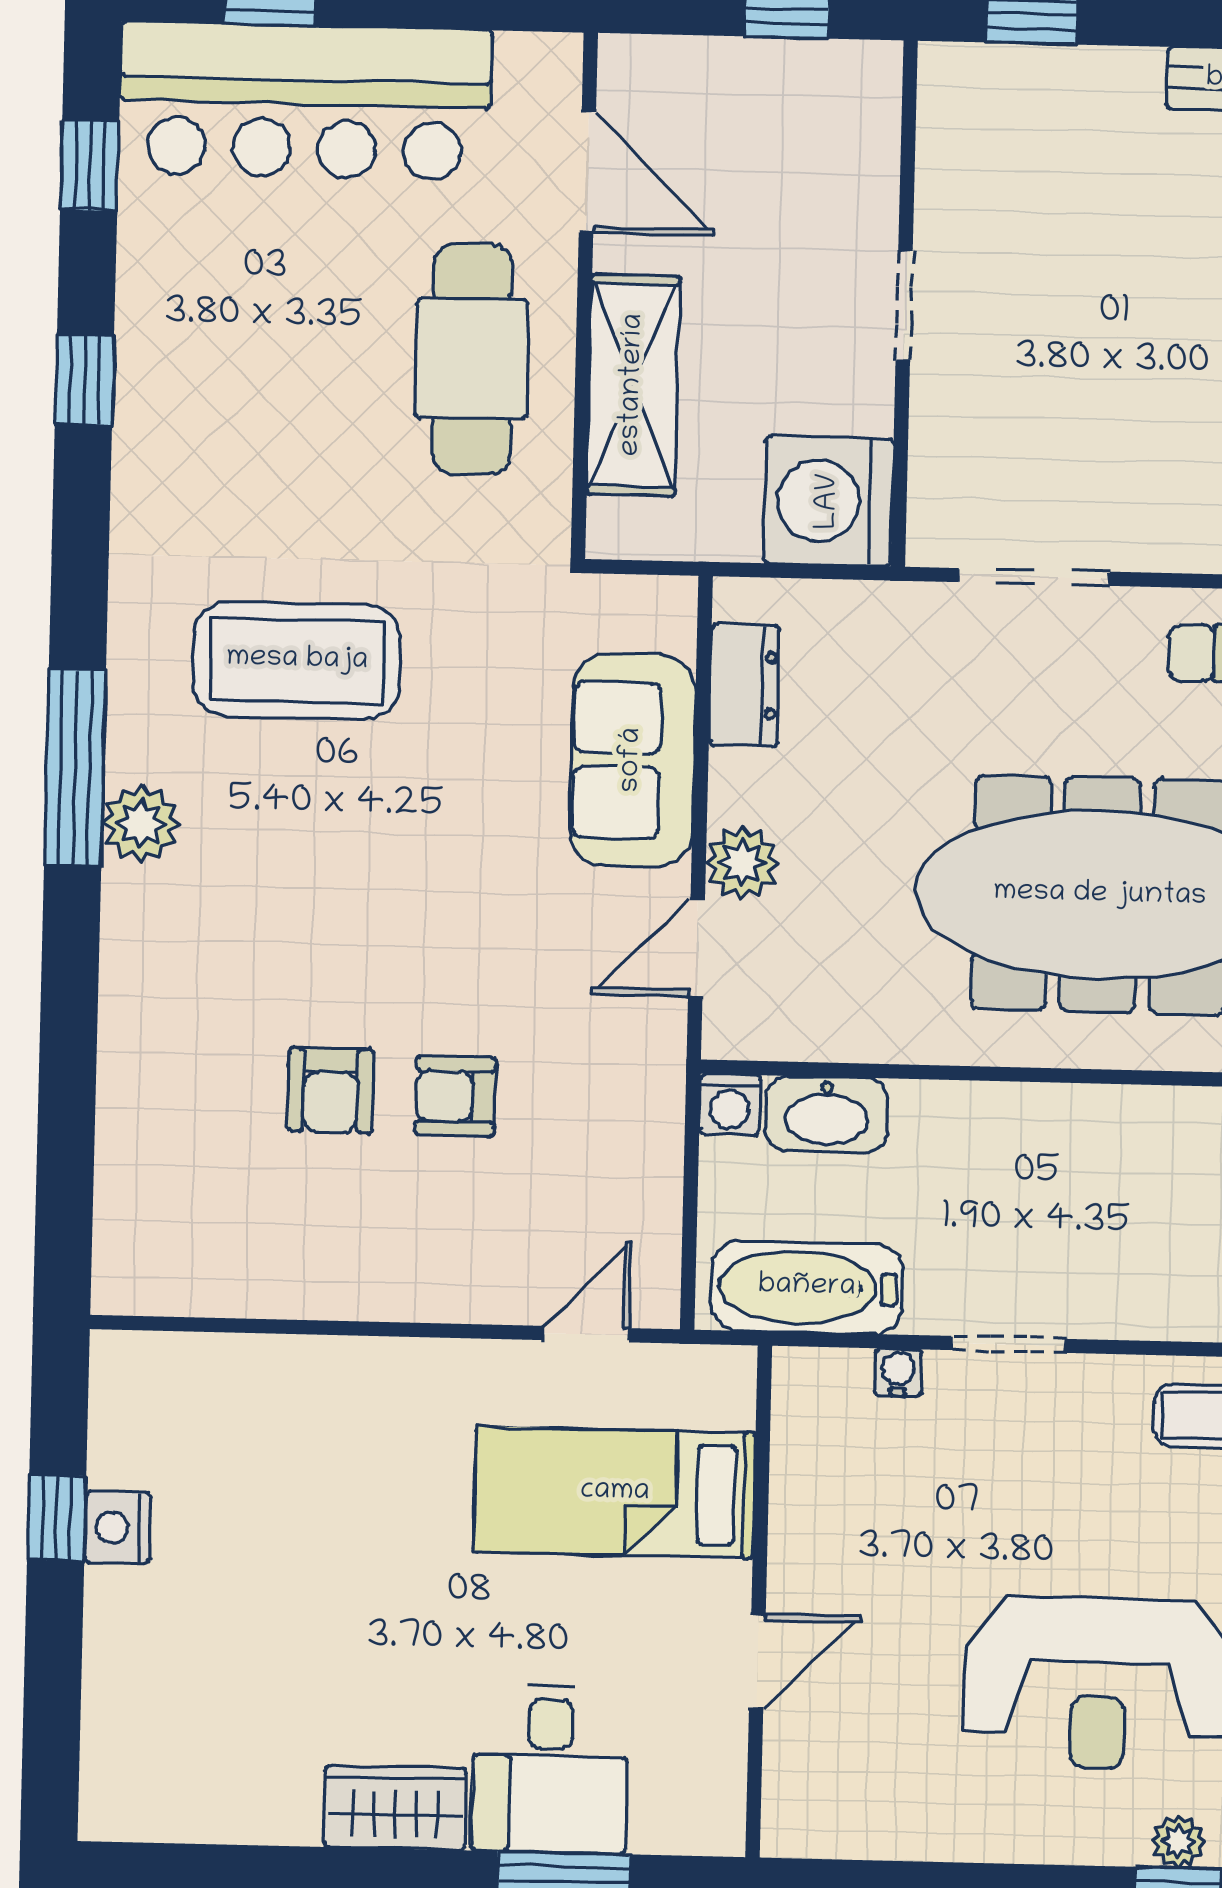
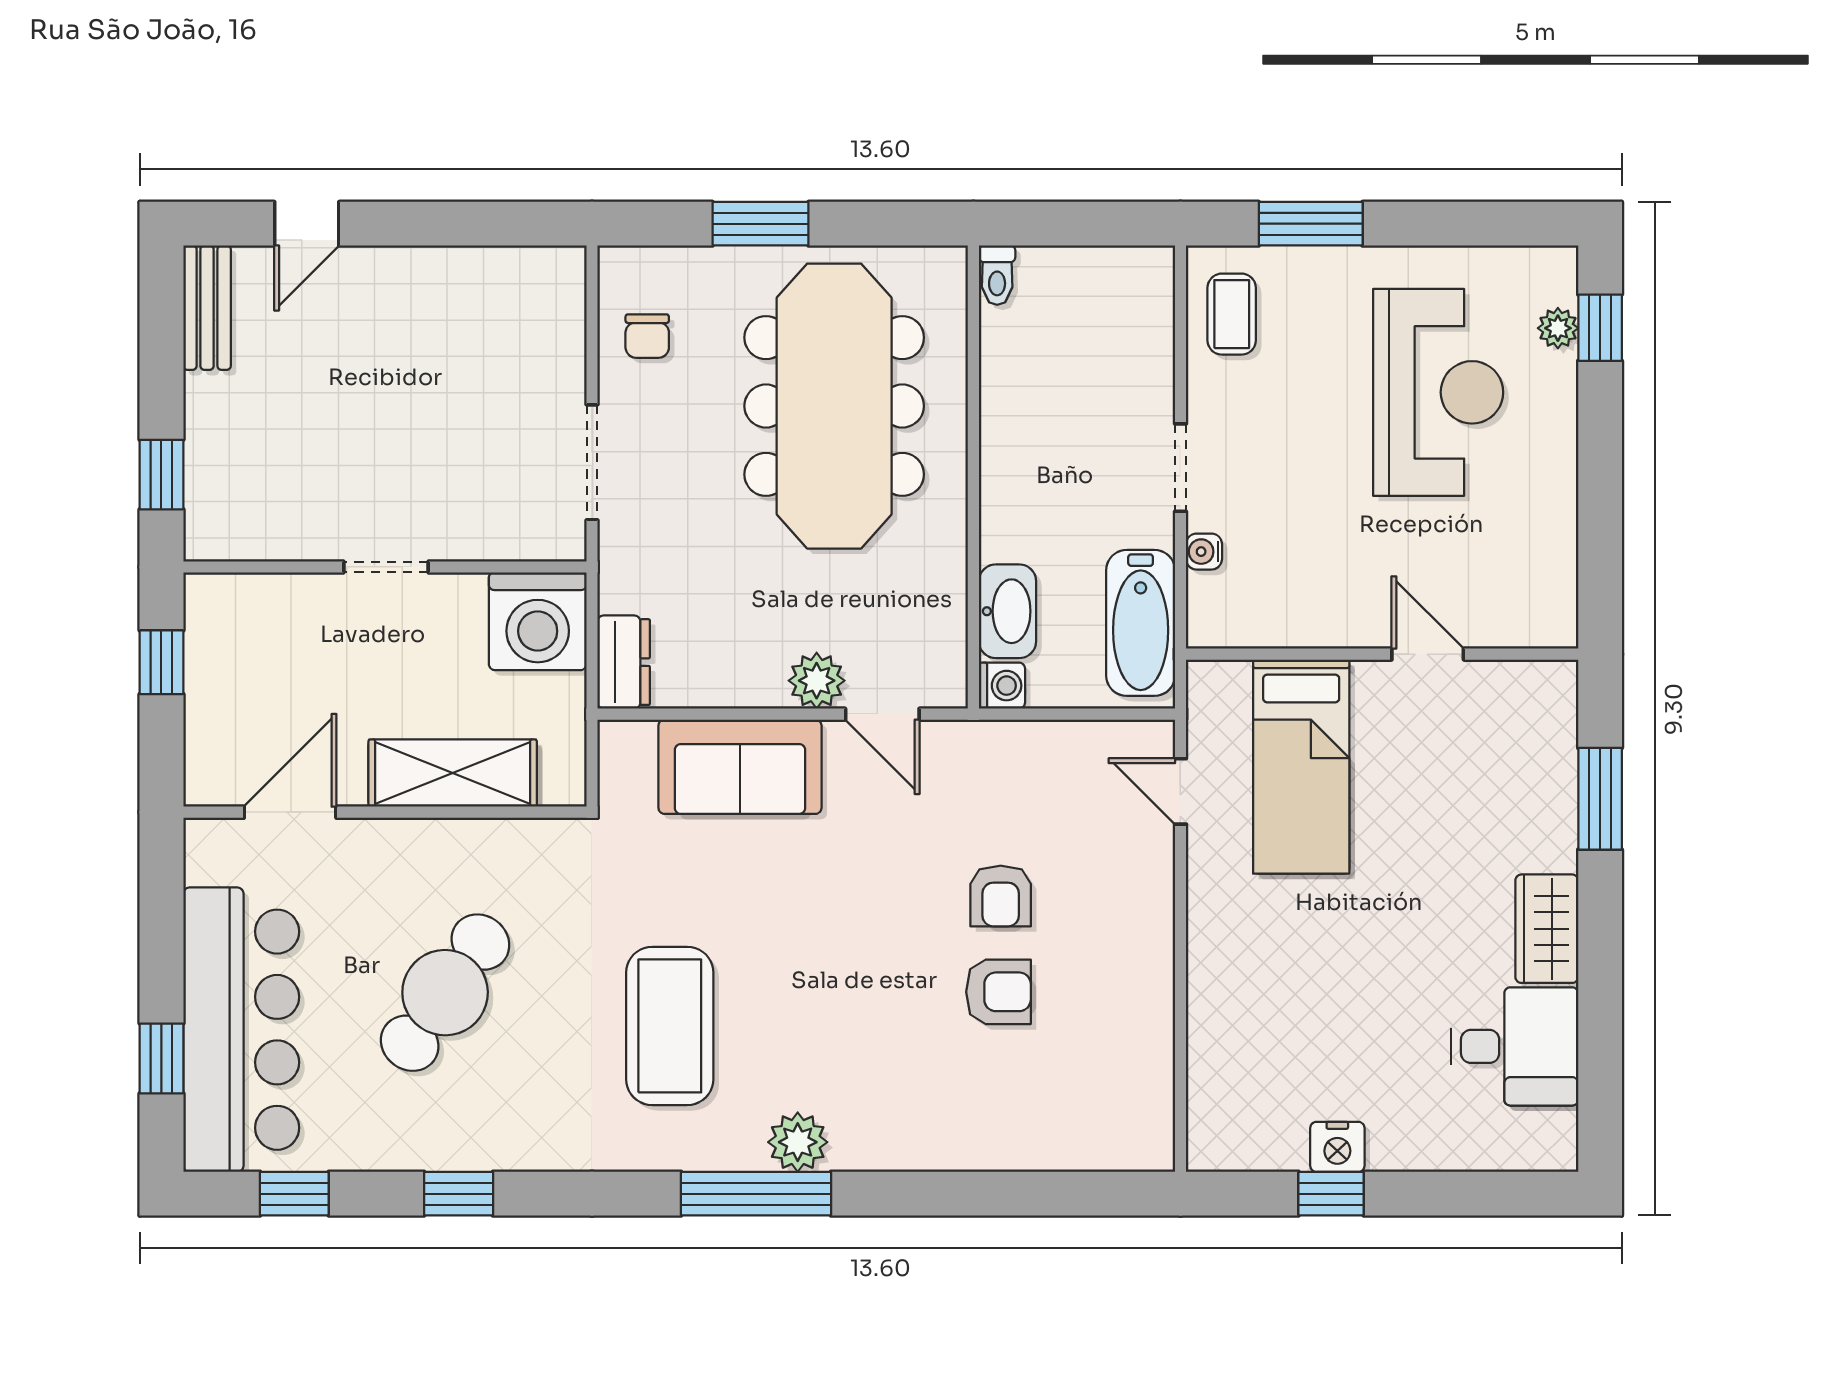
cafe table: (472, 359) -> (445, 993), moved, turned -54
dresser: (744, 685) -> (624, 662), moved, turned 90
desk: (550, 1769) -> (1515, 1046), moved

